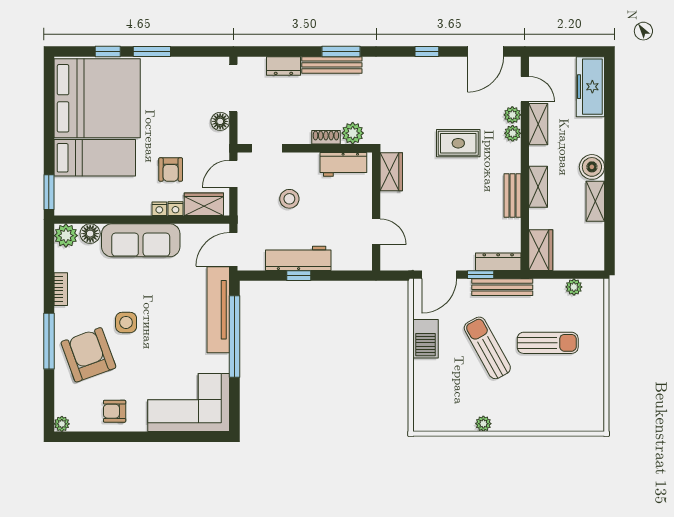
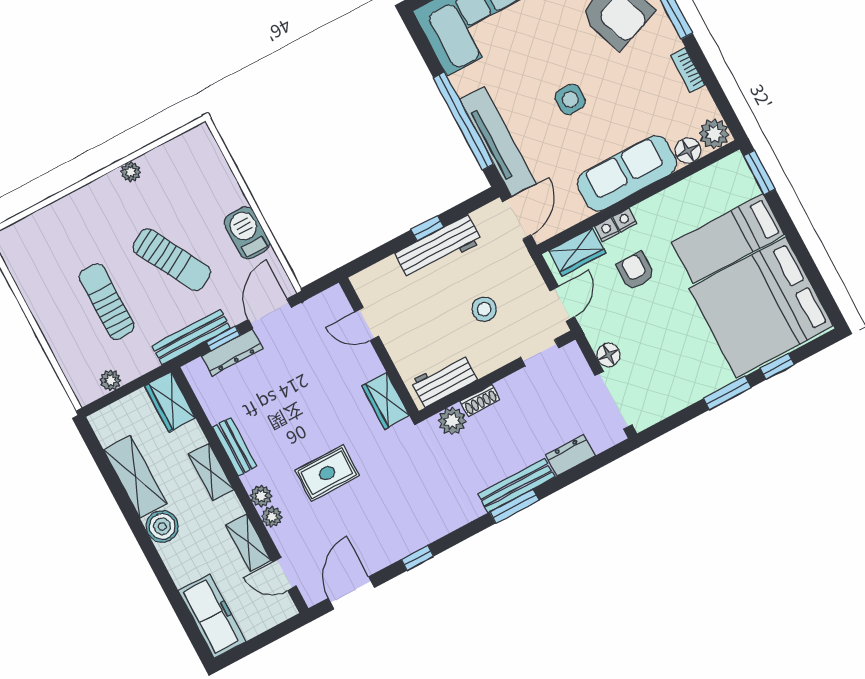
plant: (512, 115) -> (261, 496), moved
shelving: (595, 201) -> (135, 477), width x1.50, depth x1.33
dresser: (498, 262) -> (232, 352), moved
side table: (126, 322) -> (570, 99), moved
sun lounger: (548, 343) -> (107, 302), turned 90

